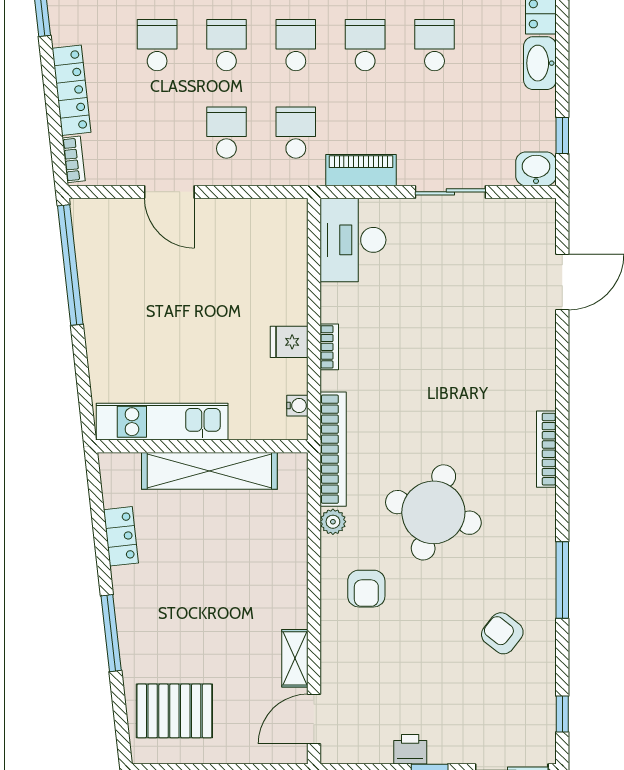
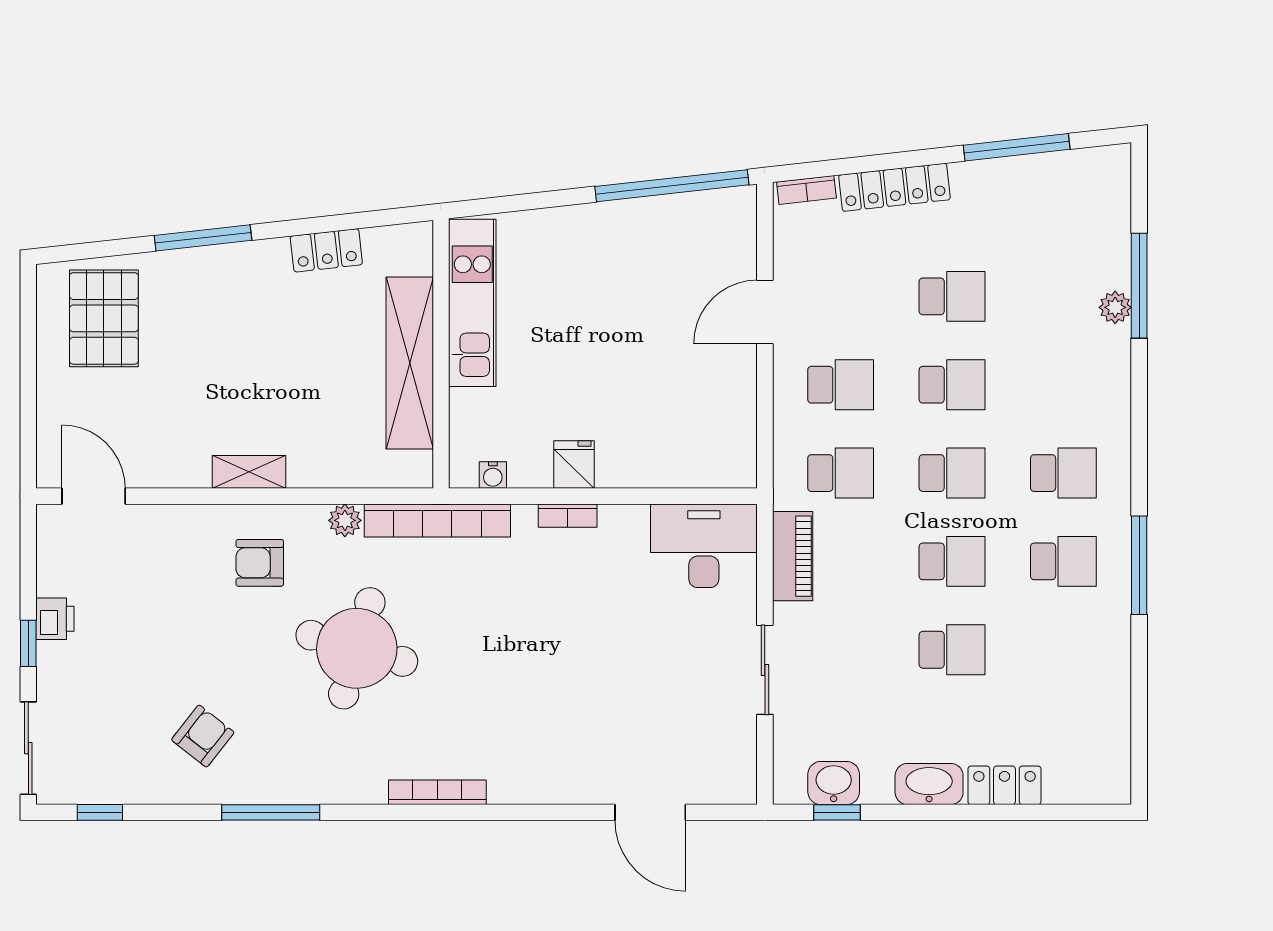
washbasin: (536, 169) -> (834, 783), moved, turned -90
shelving: (295, 658) -> (249, 472), moved

